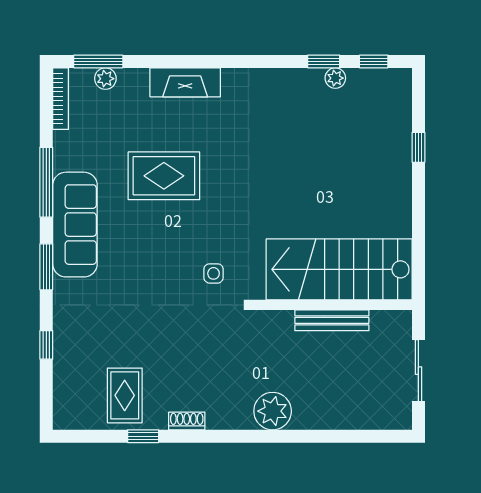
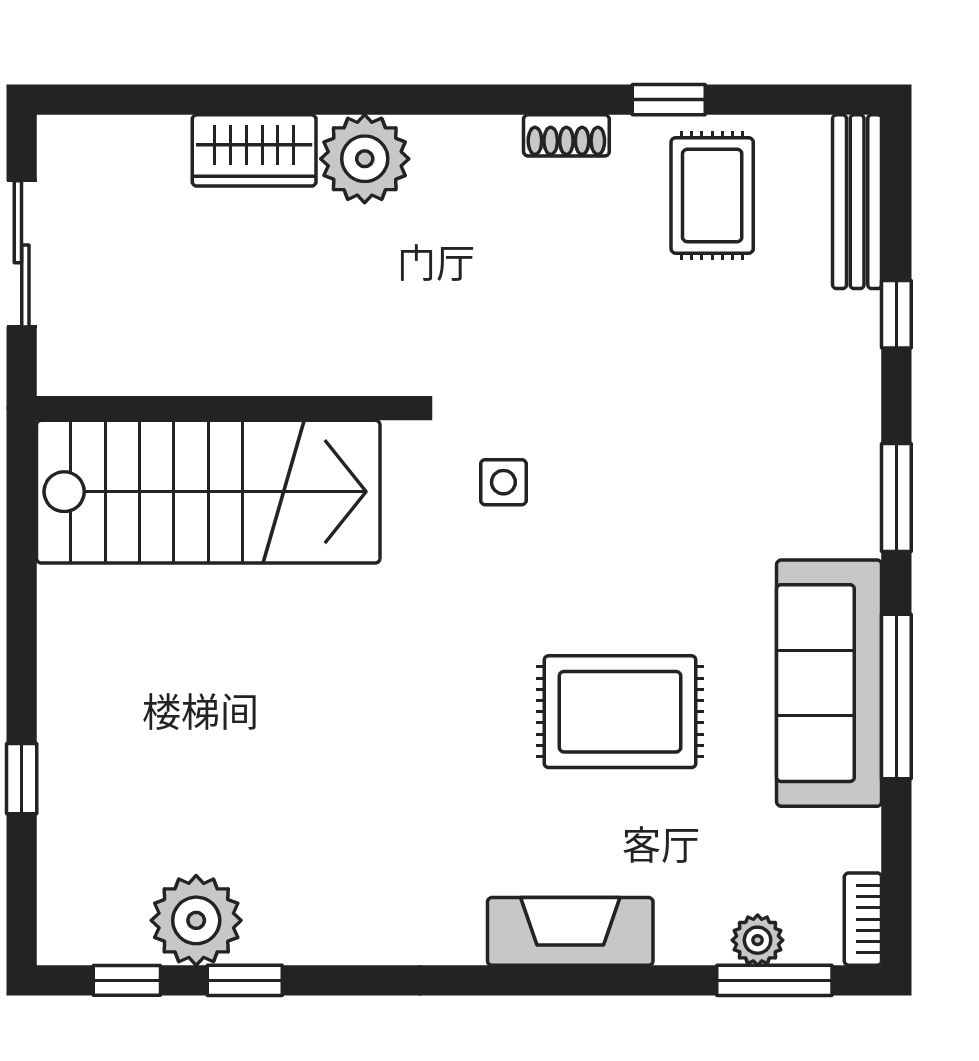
plant: (335, 78) -> (196, 920), width x1.87, depth x1.87
bookcase: (61, 99) -> (863, 919), width x0.64
sofa: (75, 225) -> (829, 683), moved
bench: (332, 320) -> (857, 202), moved, turned 90
wardrobe: (320, 415) -> (254, 150), added

